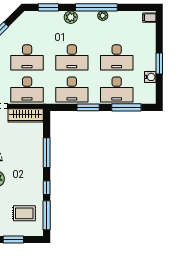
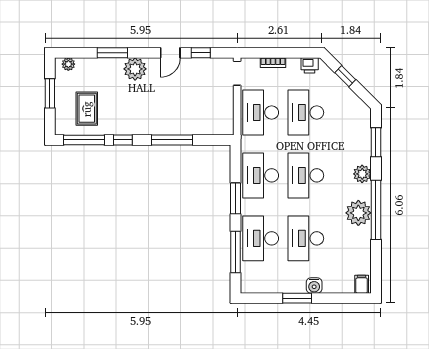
plant: (103, 16) -> (358, 213), width x1.88, depth x1.88
water cooler: (150, 77) -> (314, 285), moved
wardrobe: (26, 115) -> (224, 111), removed

